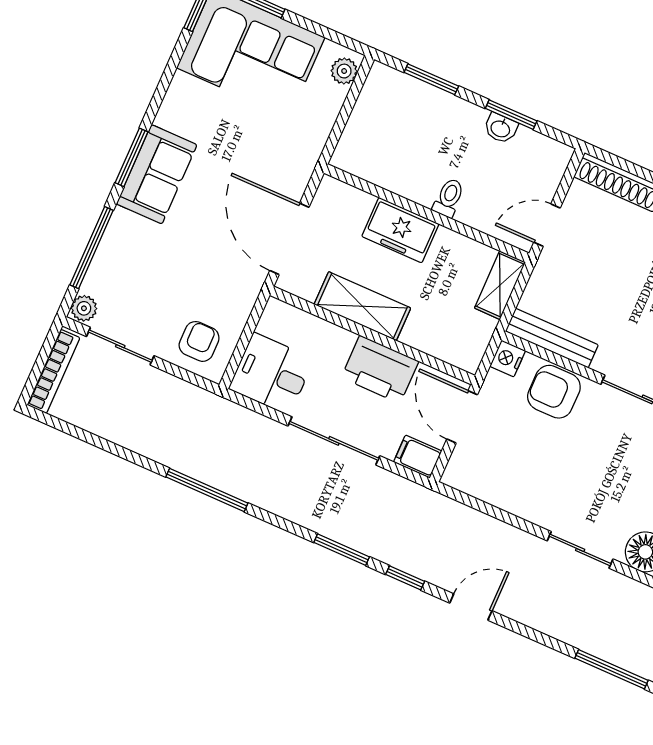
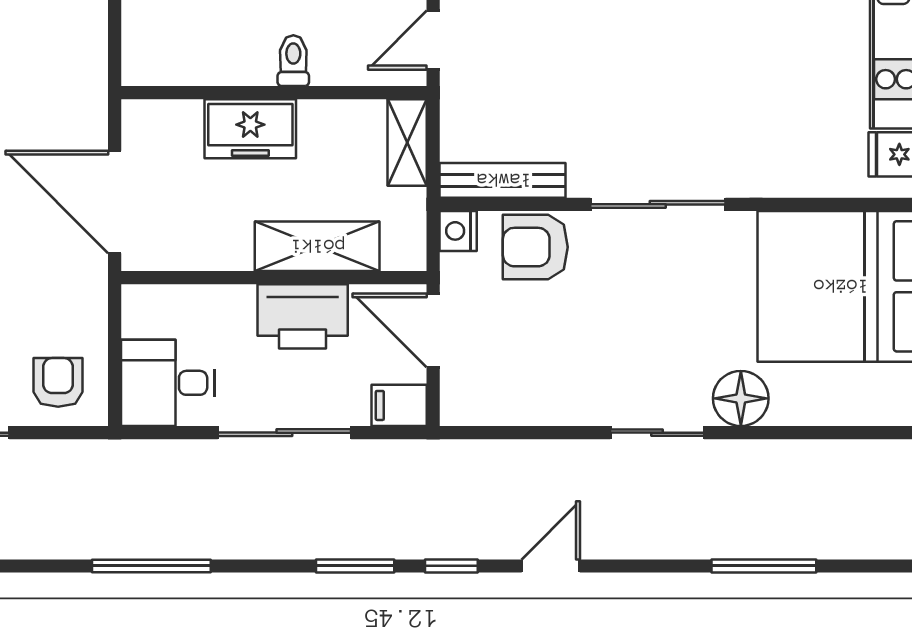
shelving: (362, 306) -> (317, 246), moved

